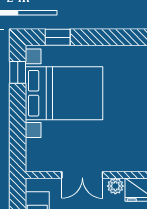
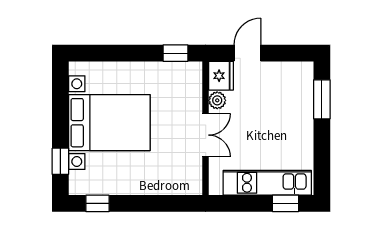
bed with nightstands: (64, 93) -> (109, 123), moved, turned 90

